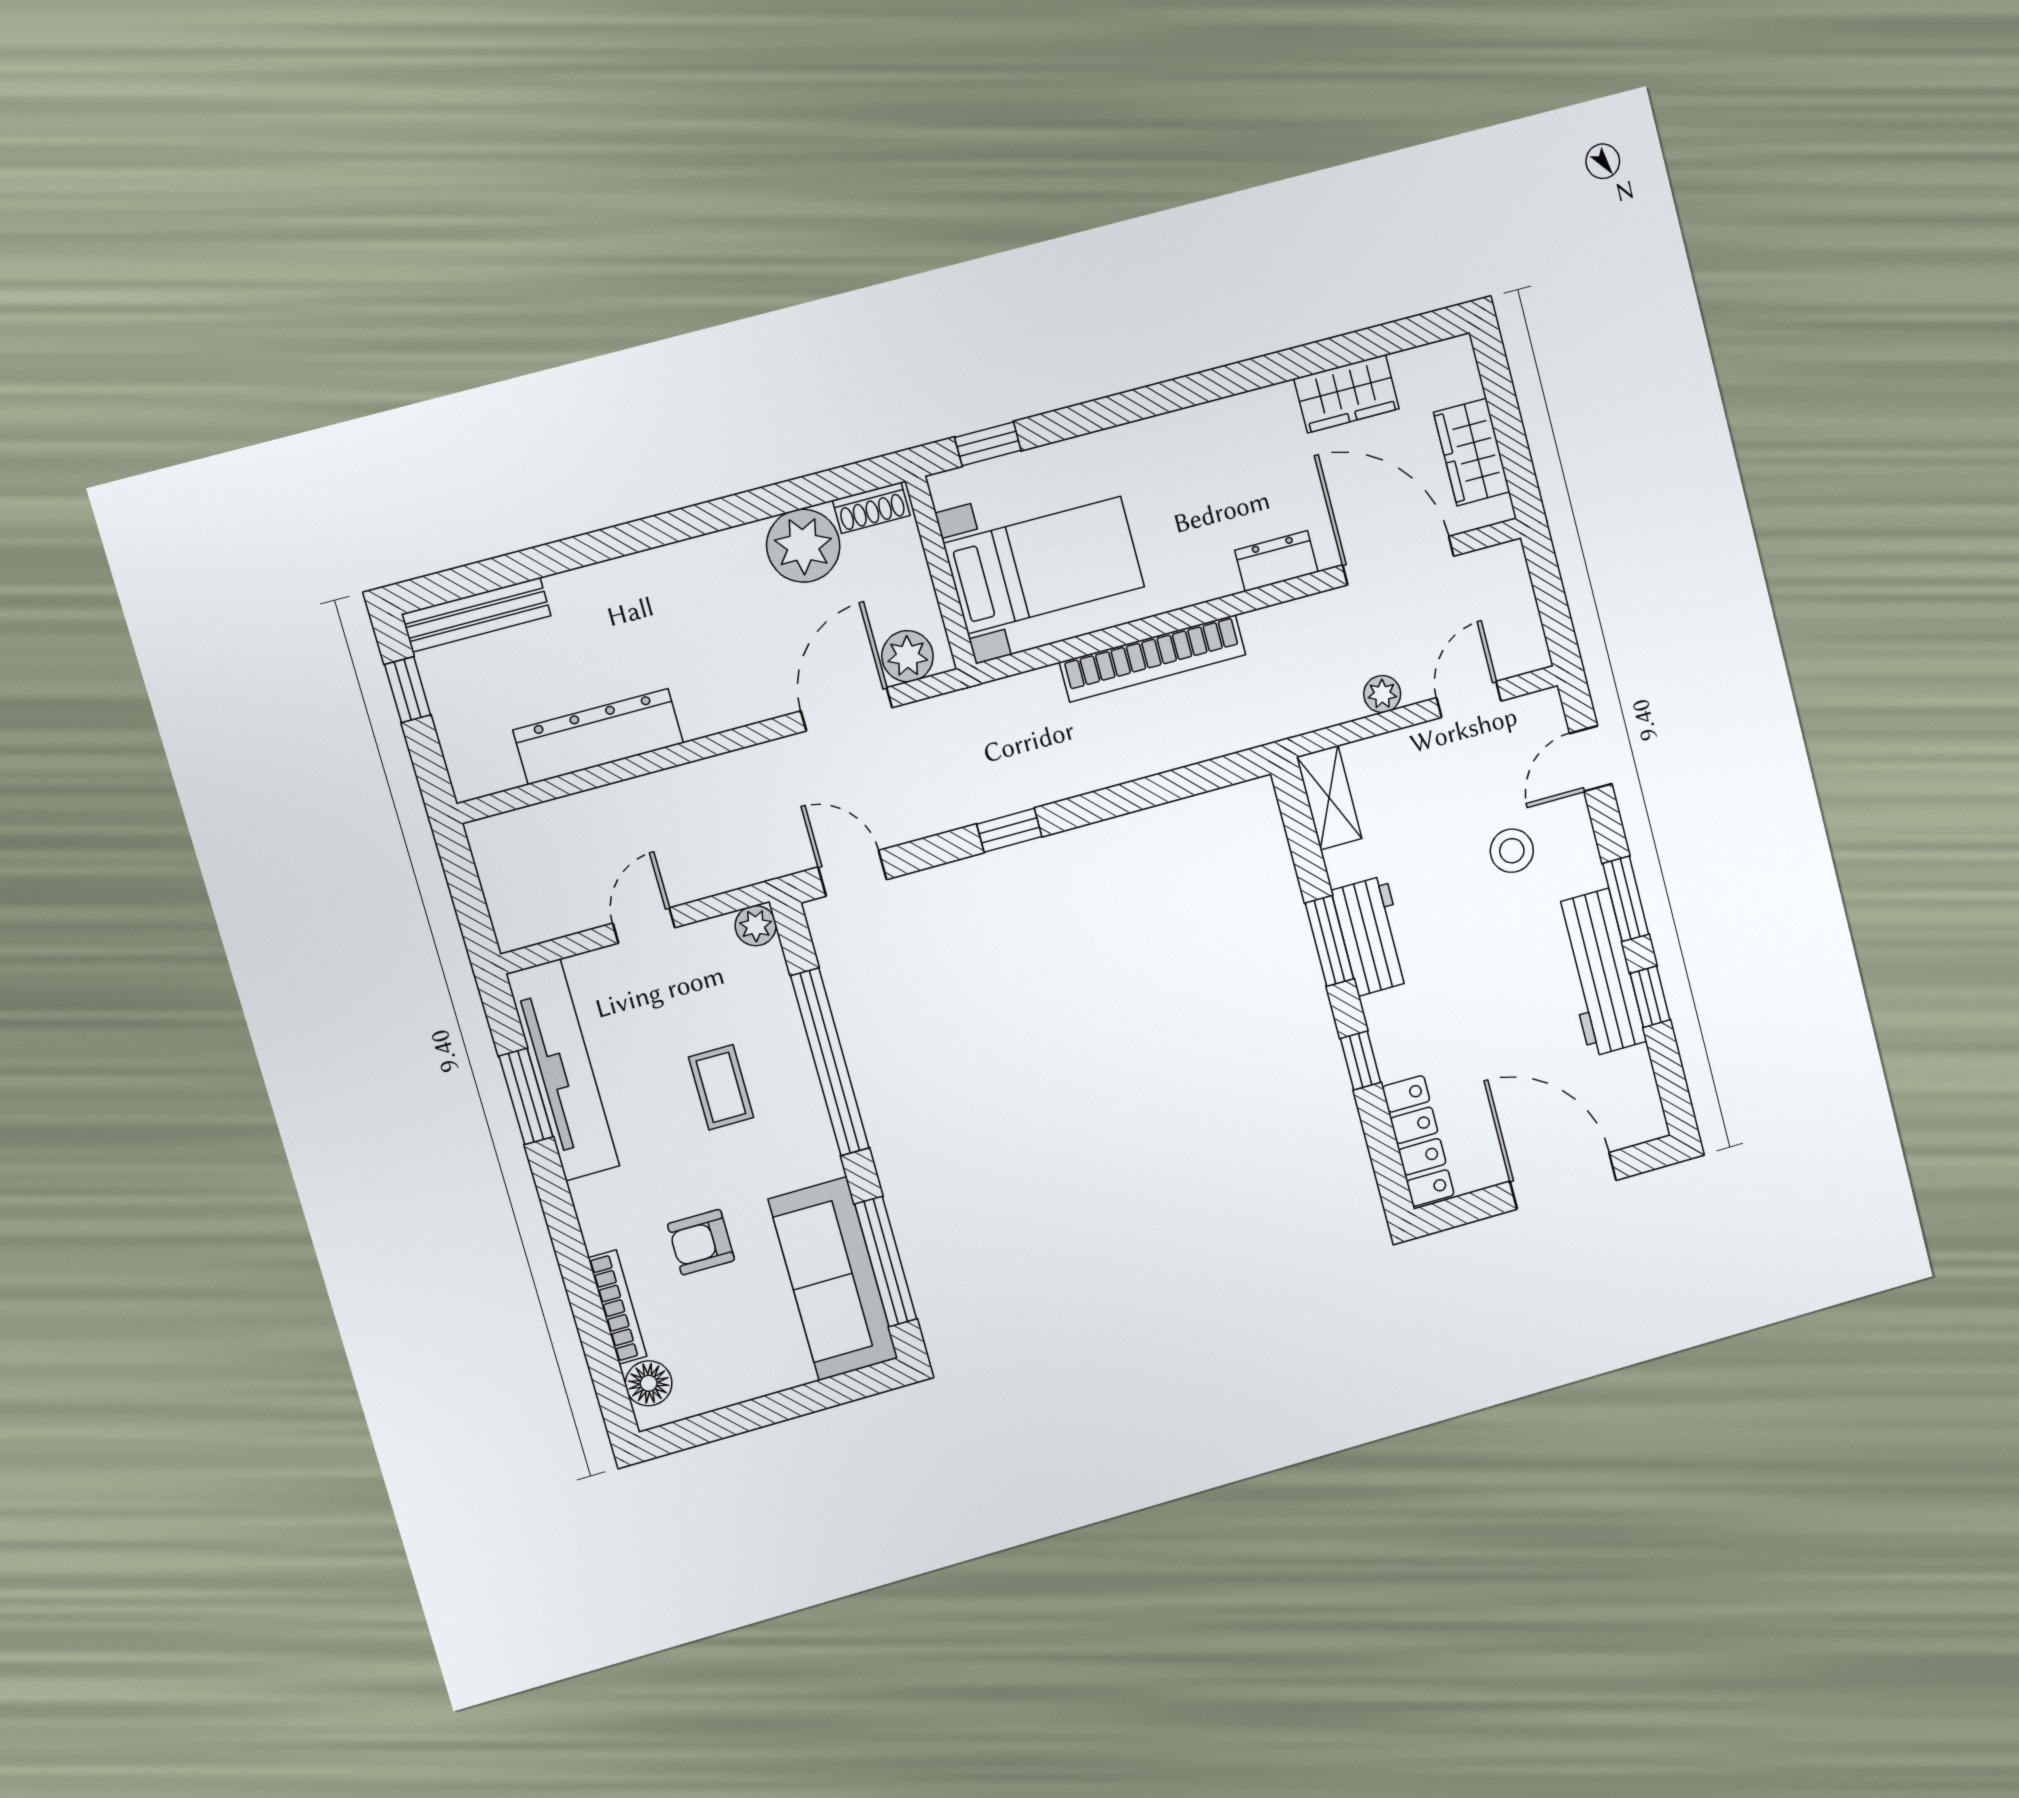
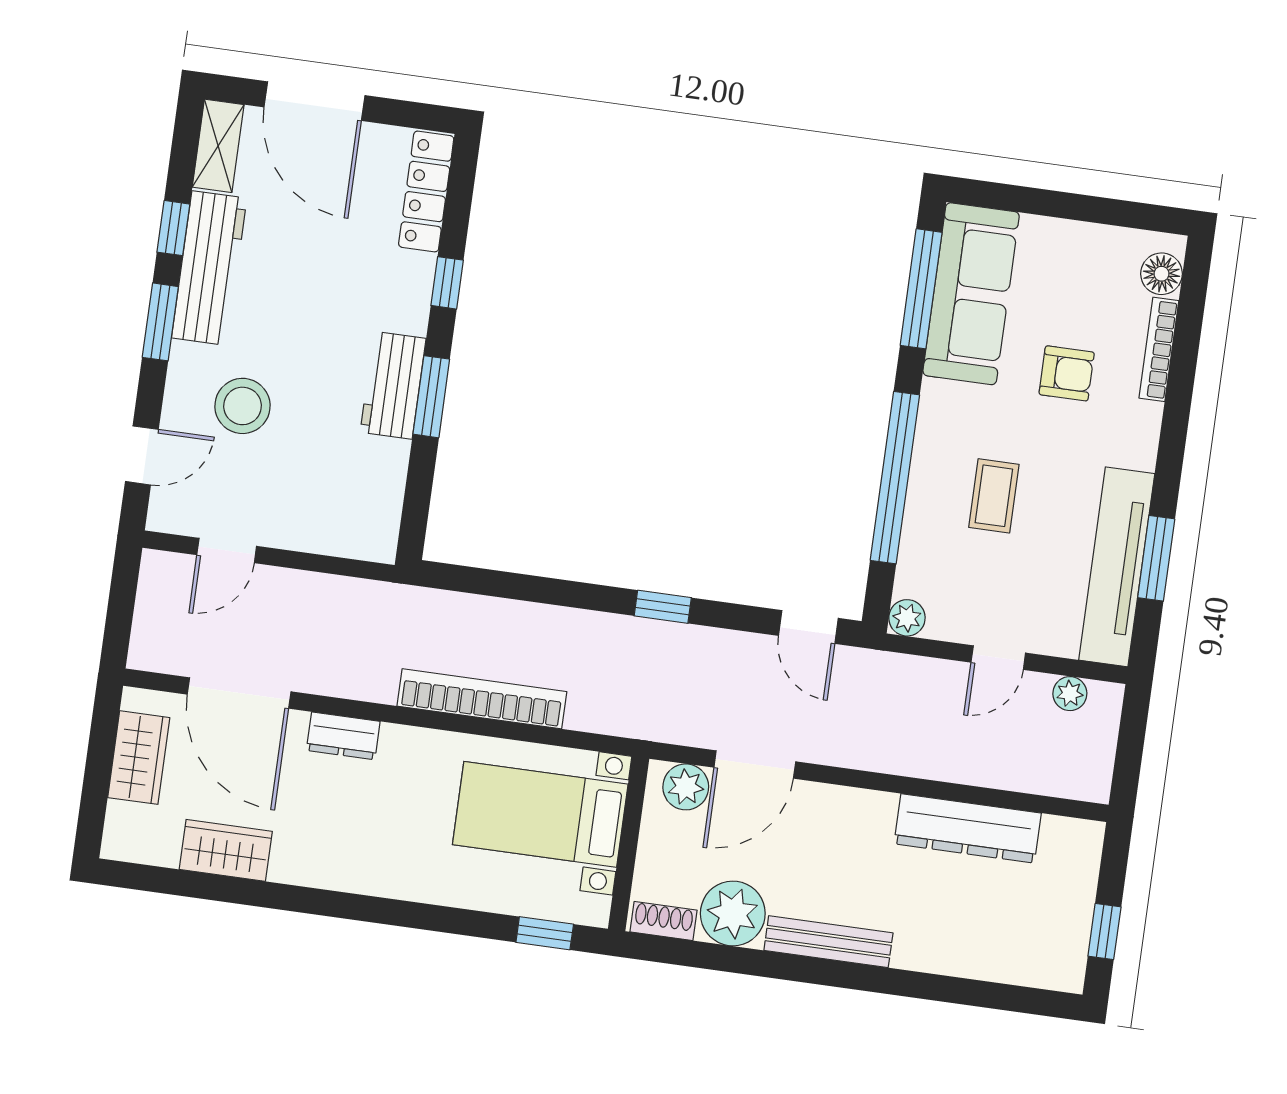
bench: (476, 615) -> (828, 942), moved
plant: (1382, 694) -> (1070, 694), moved
shelving: (1329, 798) -> (218, 146), moved
stool: (1512, 851) -> (242, 406), width x1.38, depth x1.38

